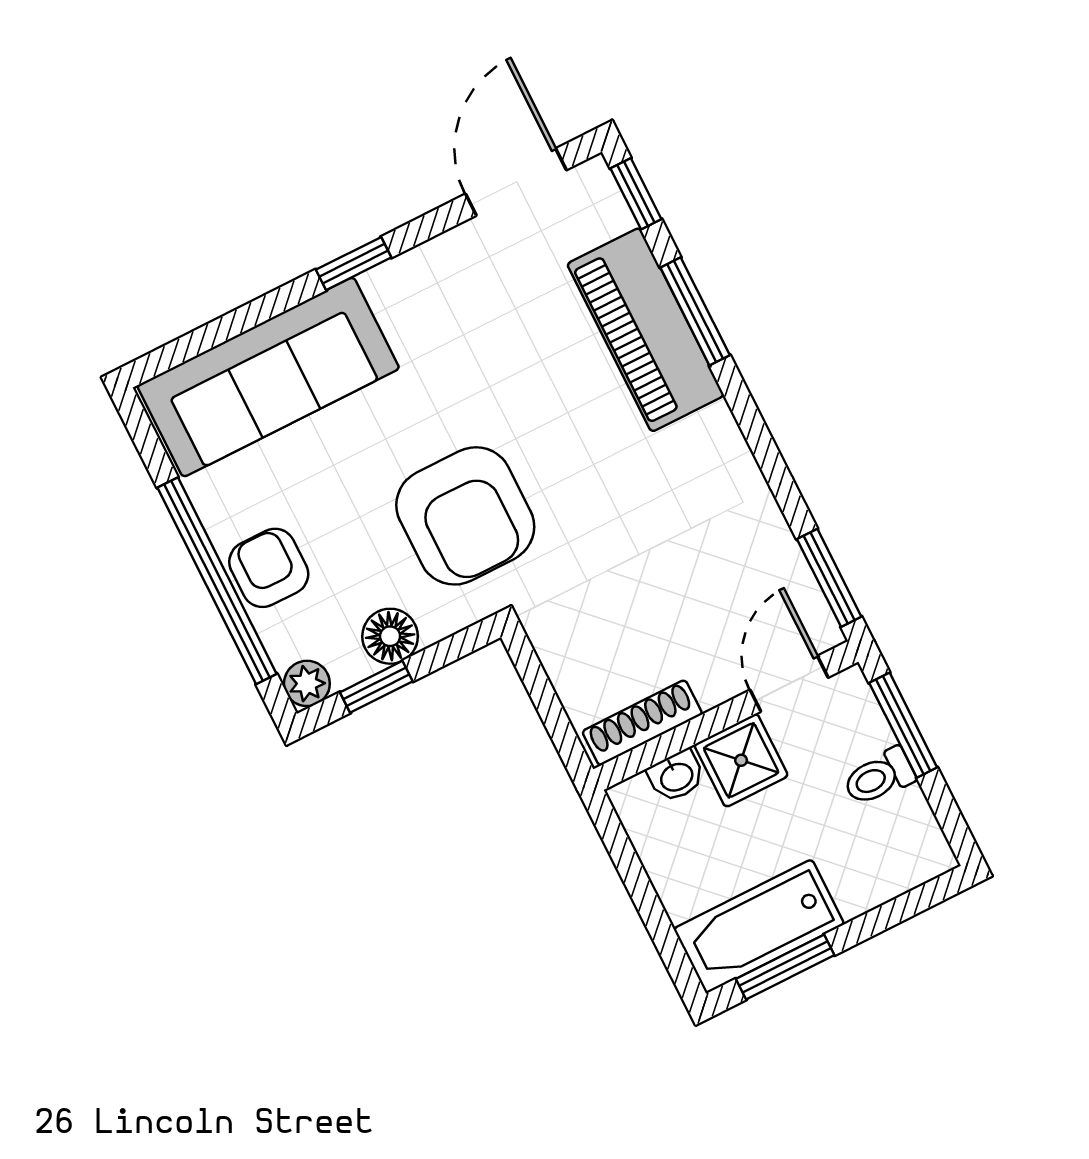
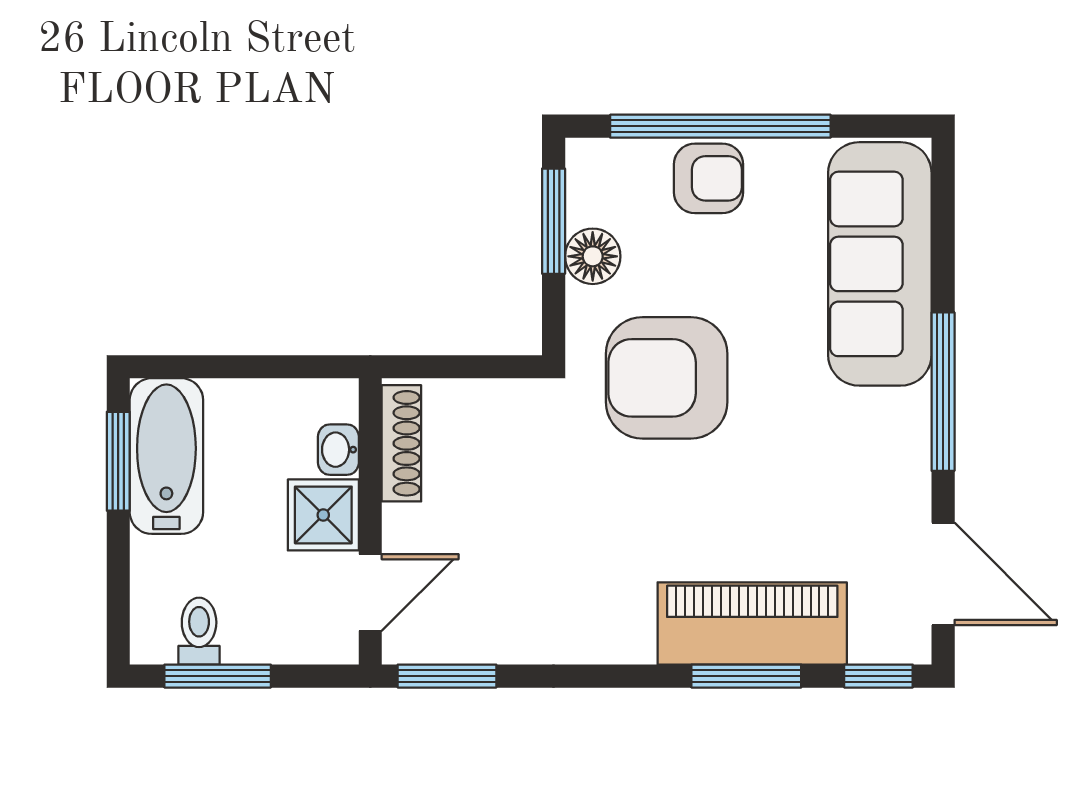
window: (354, 264) -> (943, 392), width x2.17
plant: (307, 683) -> (588, 160), removed
door: (789, 684) -> (370, 593), hinge flipped
window: (376, 687) -> (554, 221), width x1.50
window: (903, 725) -> (218, 676), moved
toilet: (879, 777) -> (199, 631), moved

